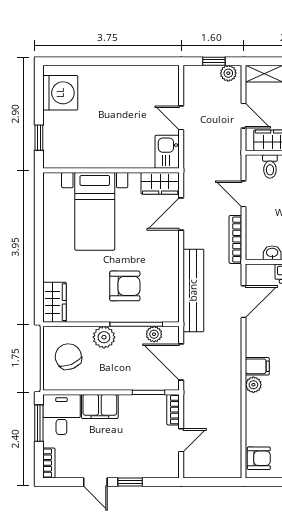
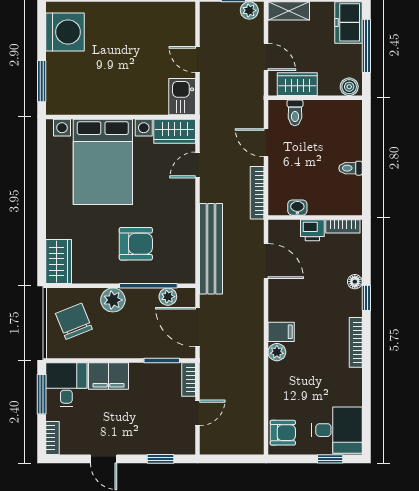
window: (39, 138) -> (42, 81), width x1.50
bed with nightstands: (95, 211) -> (103, 162), width x1.36
door: (181, 214) -> (198, 165), width x0.73
door: (243, 302) -> (266, 261), hinge flipped
window: (130, 482) -> (161, 459), moved

